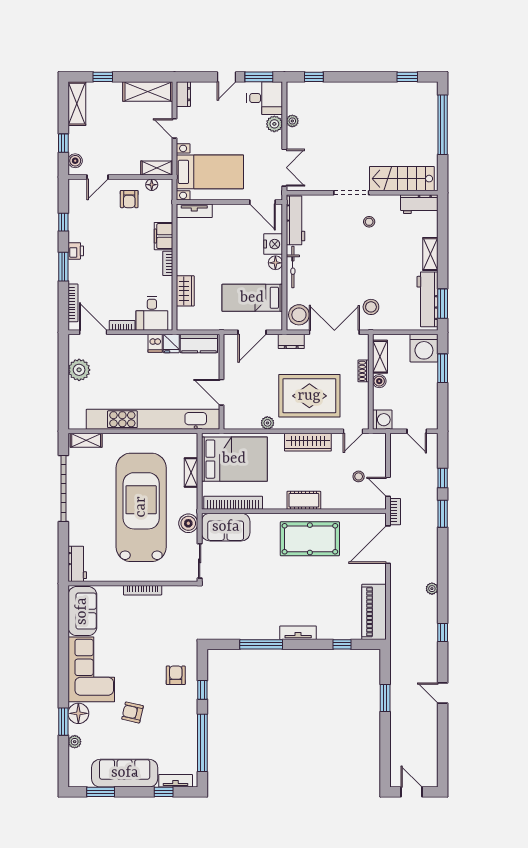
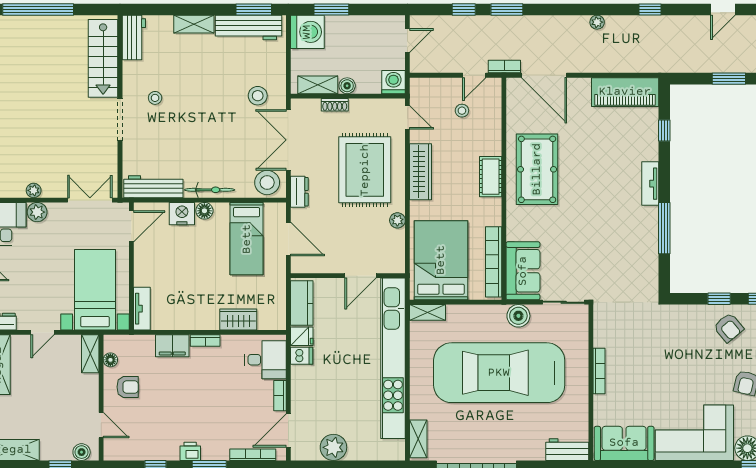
shelving: (191, 472) -> (428, 312), moved
armchair: (176, 675) -> (729, 328), moved, turned -130

